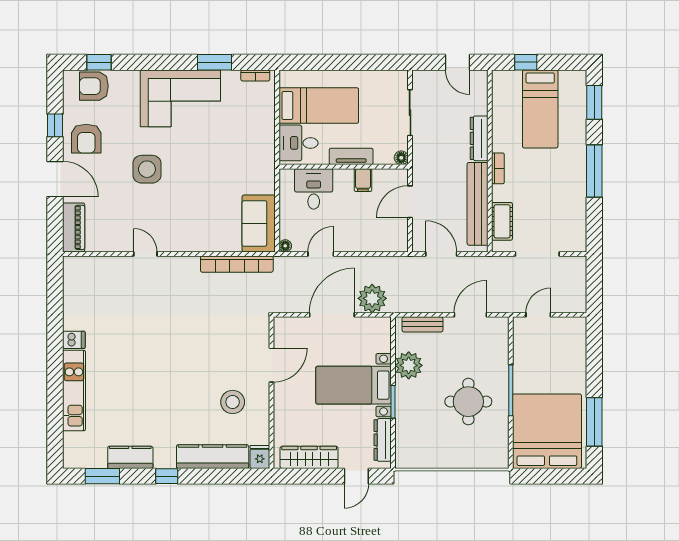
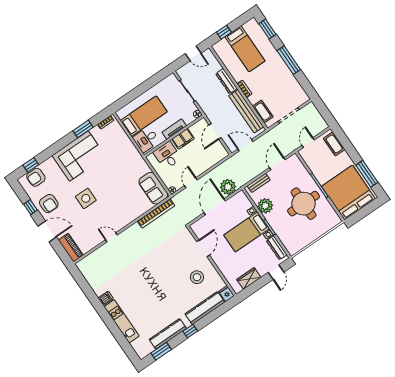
filing cabinet: (363, 180) -> (183, 139), width x2.00
cot: (576, 344) -> (334, 144), added
round table: (468, 402) -> (304, 204), width x1.36, depth x1.36
kitchen counter: (130, 457) -> (168, 334), width x1.50
wardrobe: (309, 457) -> (249, 278), width x0.67

